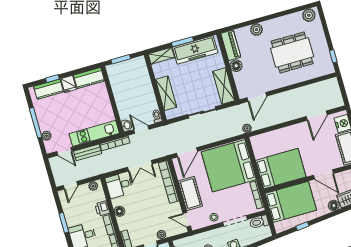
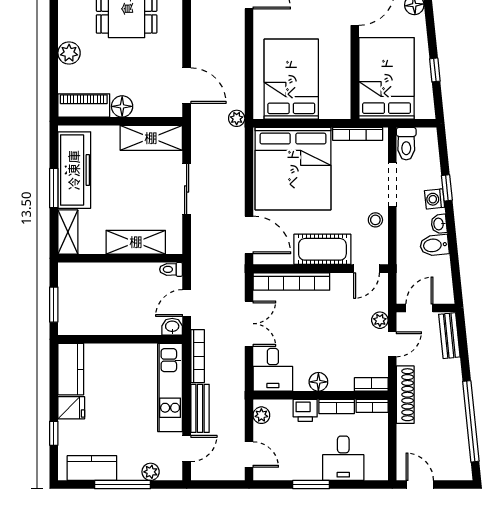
kitchen counter: (49, 89) -> (92, 468), moved, turned -90
bed: (281, 169) -> (291, 79), moved

